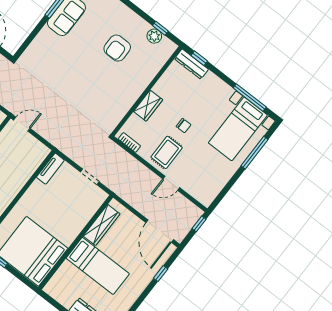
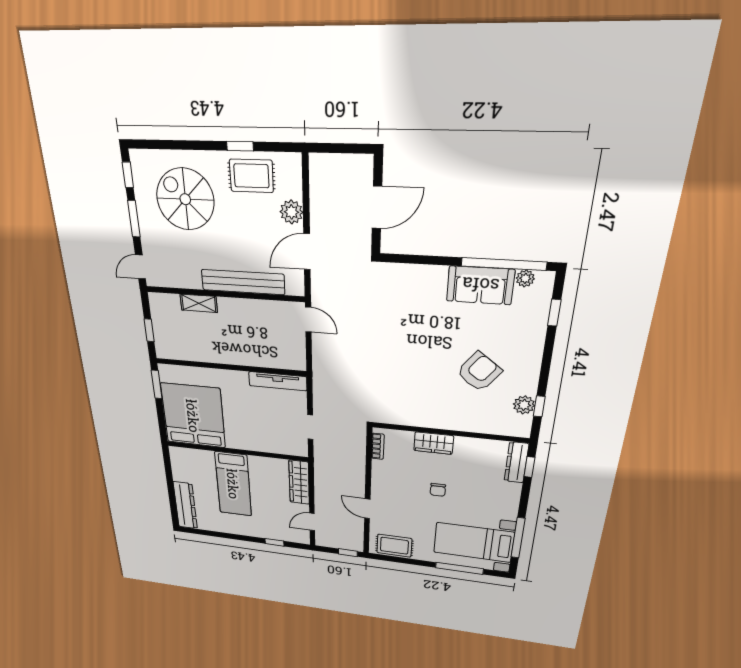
armchair: (117, 48) -> (479, 372), turned 127
rug: (167, 152) -> (394, 546), moved
tv unit: (50, 169) -> (278, 381), width x1.41
wardrobe: (102, 225) -> (299, 482), moved, turned 90
door: (160, 231) -> (312, 522), width x0.53

